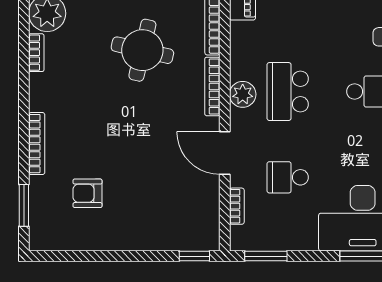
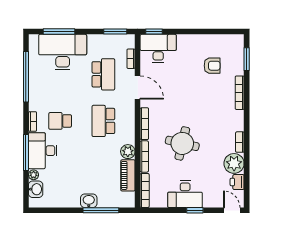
school desk: (288, 92) -> (103, 121), turned 180
plant: (243, 94) -> (128, 152), moved
school desk: (288, 177) -> (103, 74), width x1.85
desk: (187, 225) -> (158, 48), added

